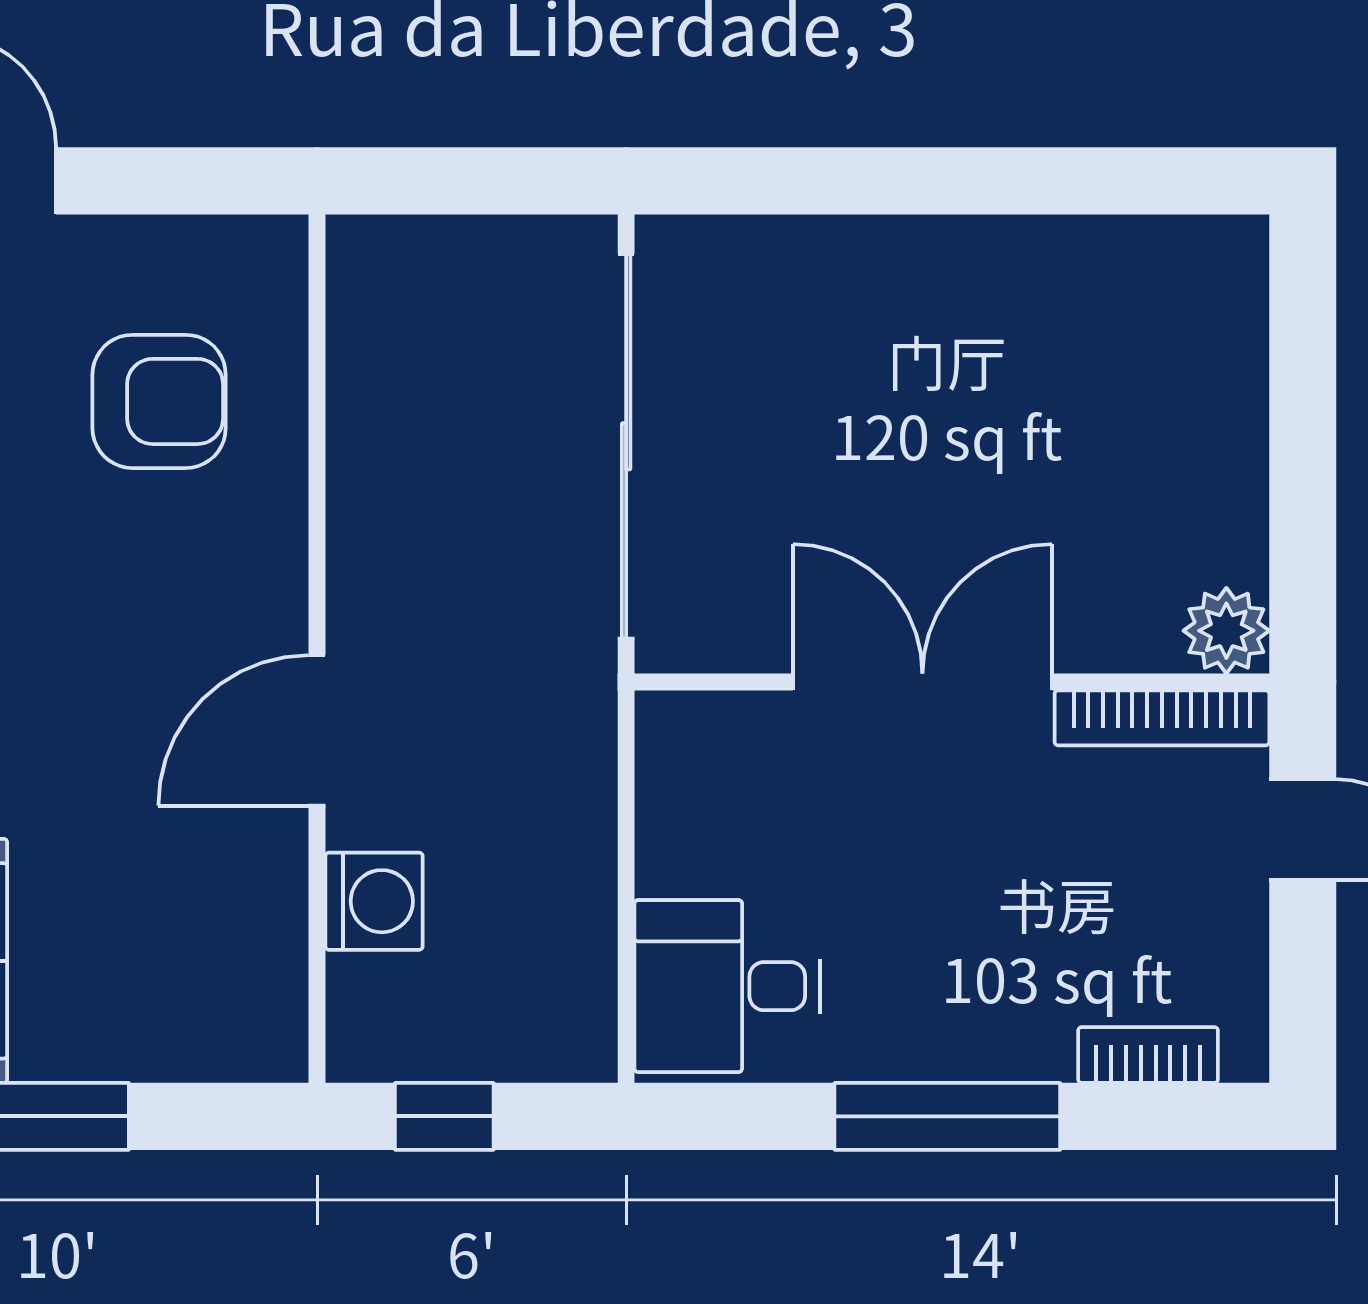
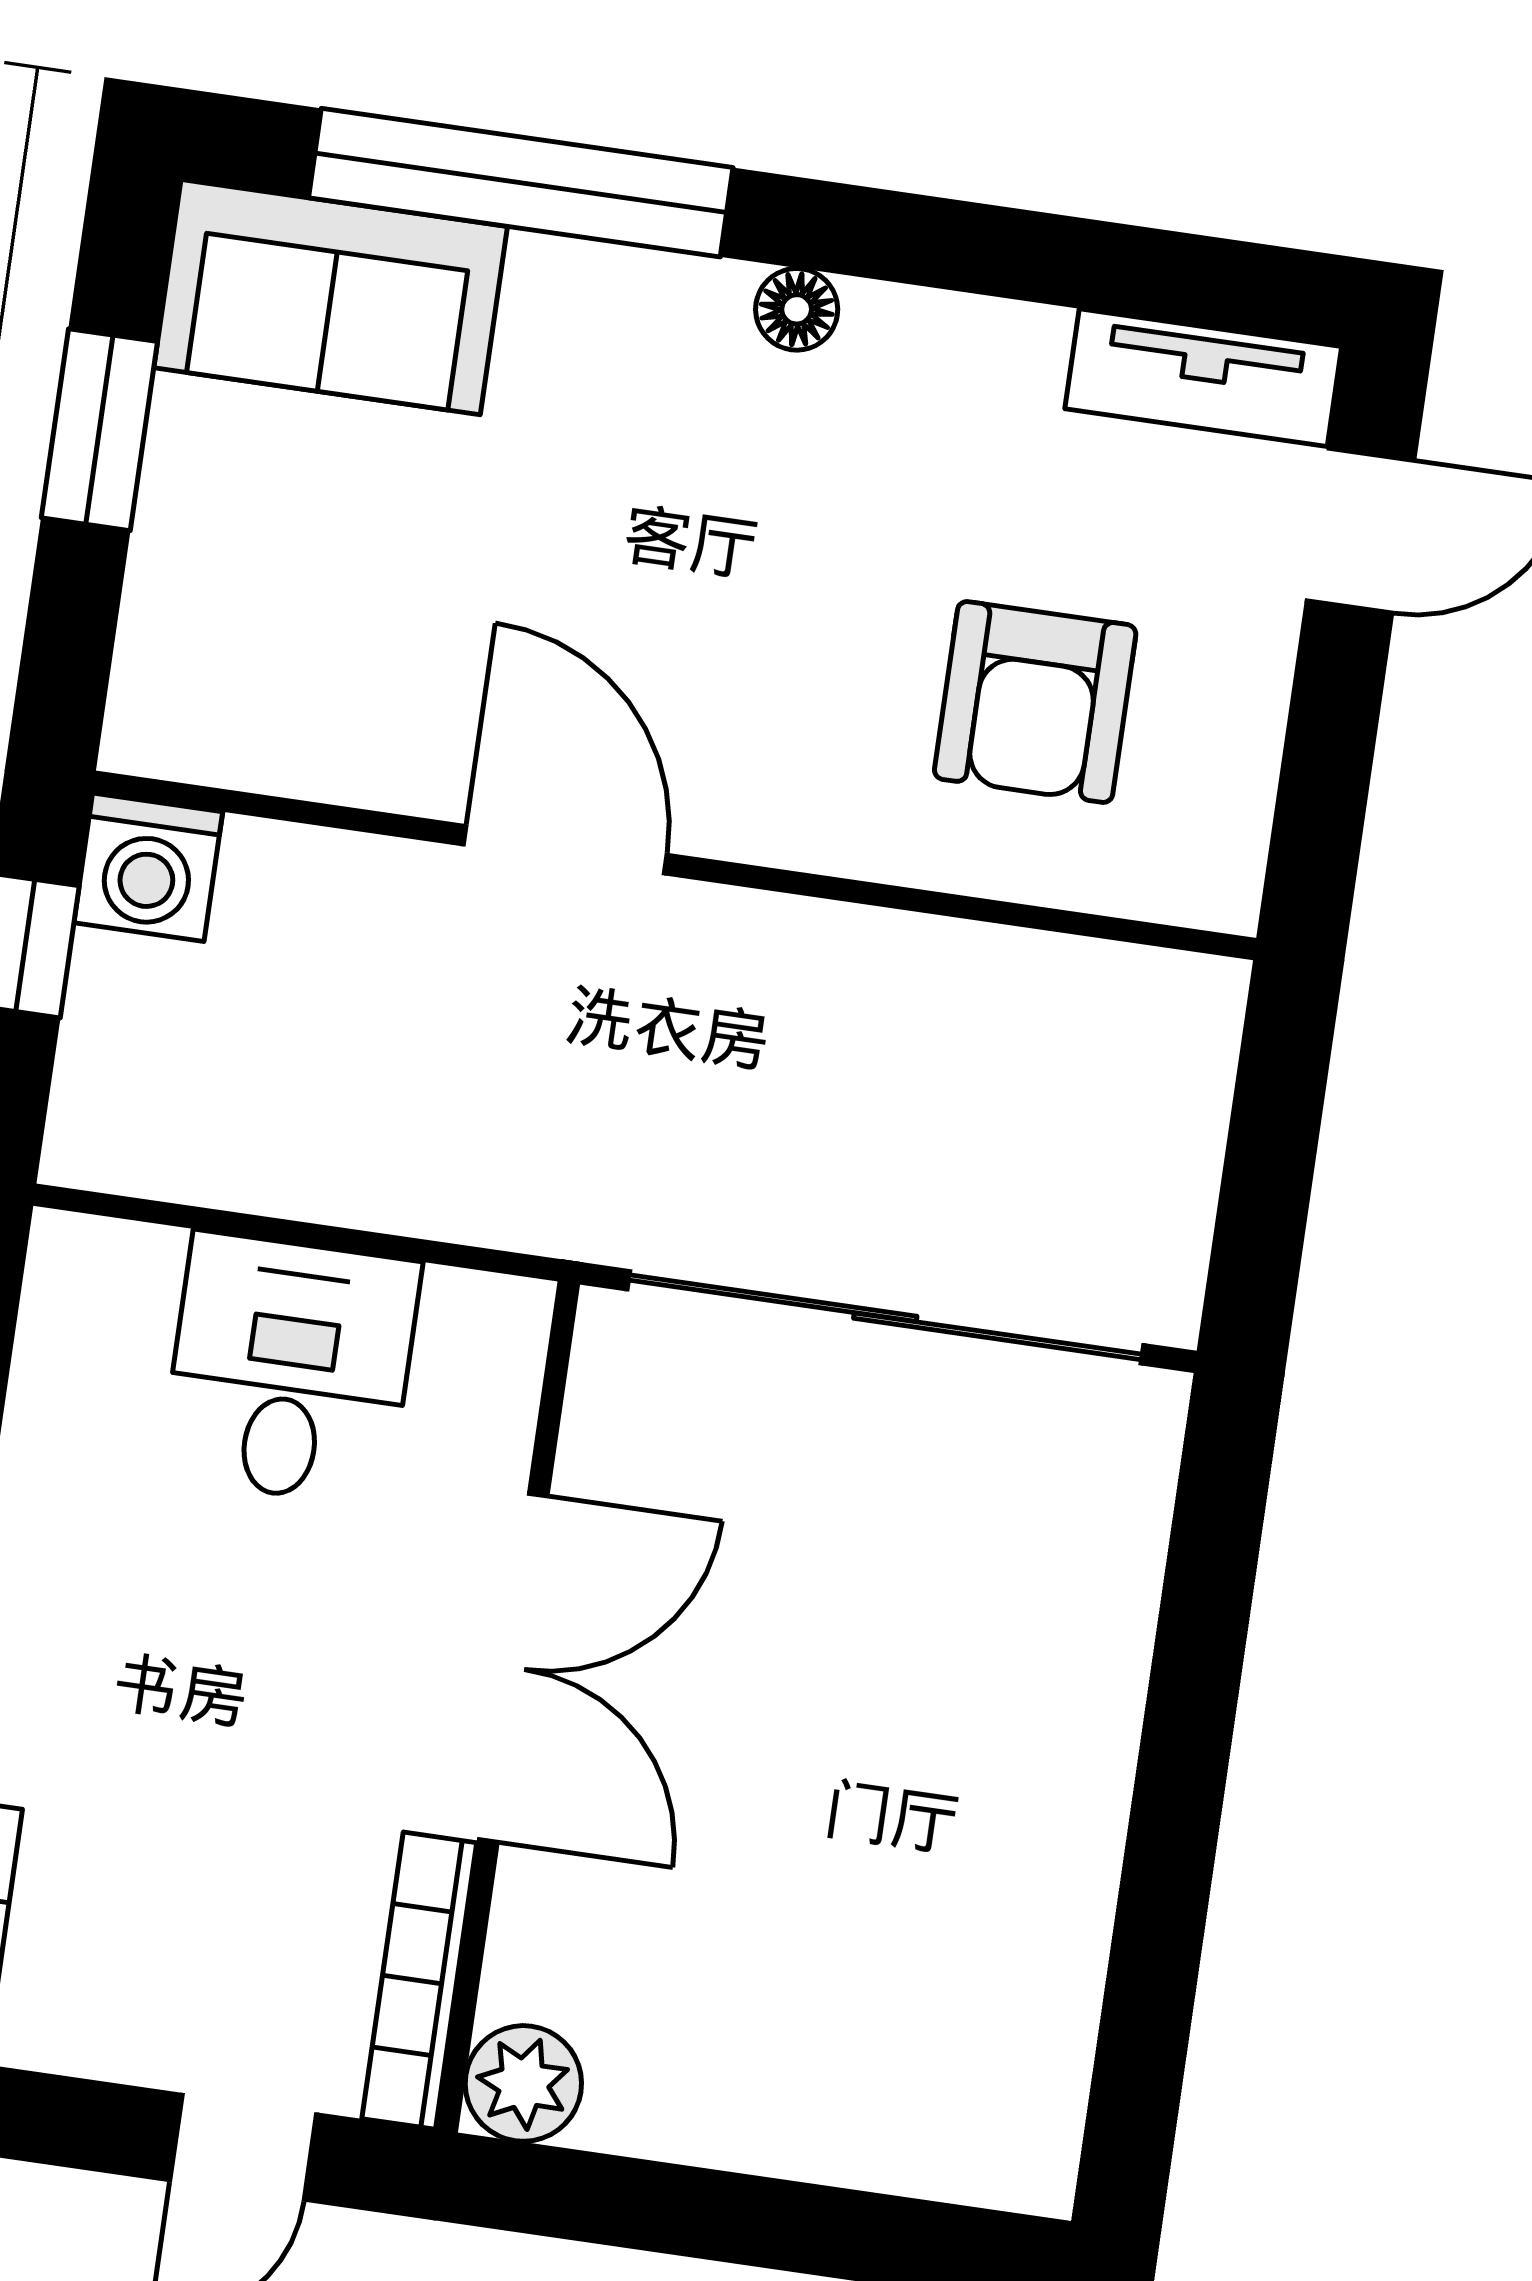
washing machine: (374, 901) -> (148, 867), moved
desk: (727, 986) -> (290, 1369), moved

